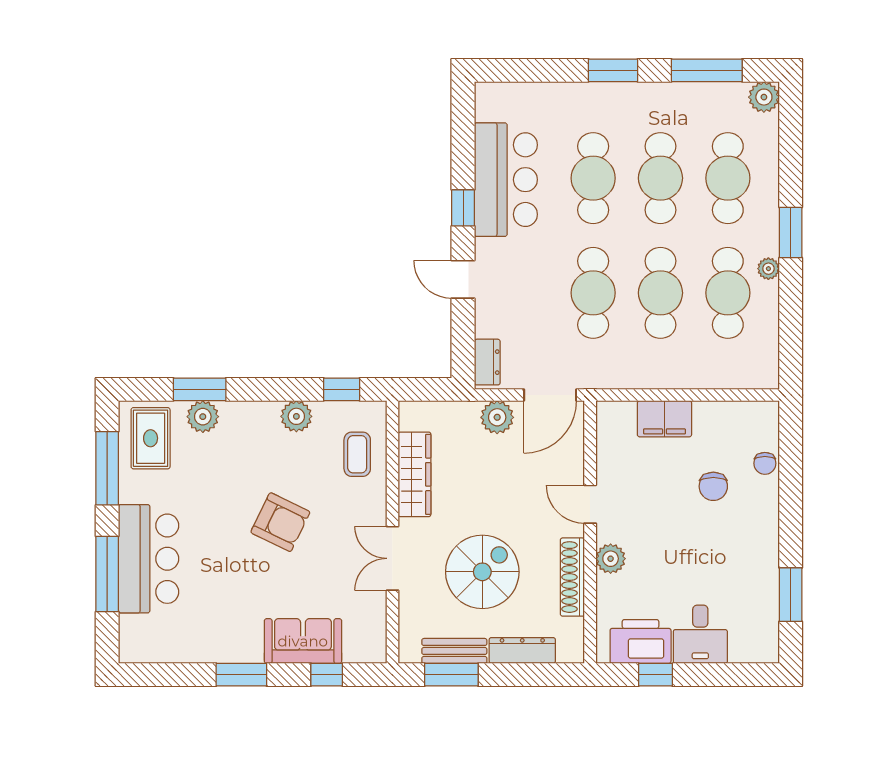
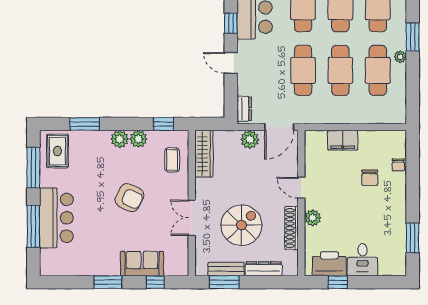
plant: (203, 417) -> (120, 139), moved
wardrobe: (414, 474) -> (204, 154), moved

